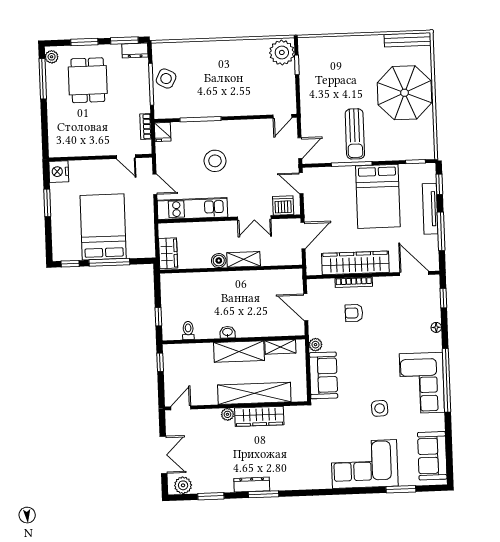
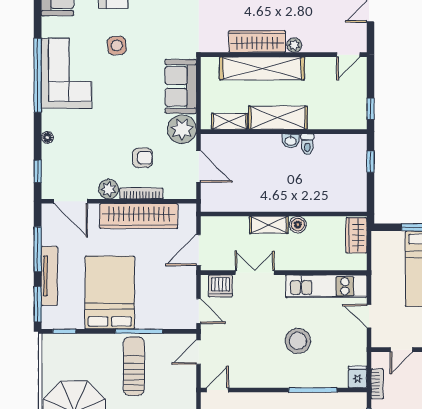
door: (126, 157) -> (401, 350), swing flipped
window: (439, 184) -> (38, 304), width x1.50
plant: (382, 285) -> (109, 189), added
toilet: (188, 331) -> (307, 144), moved
plant: (315, 345) -> (182, 129), width x1.88, depth x1.88

